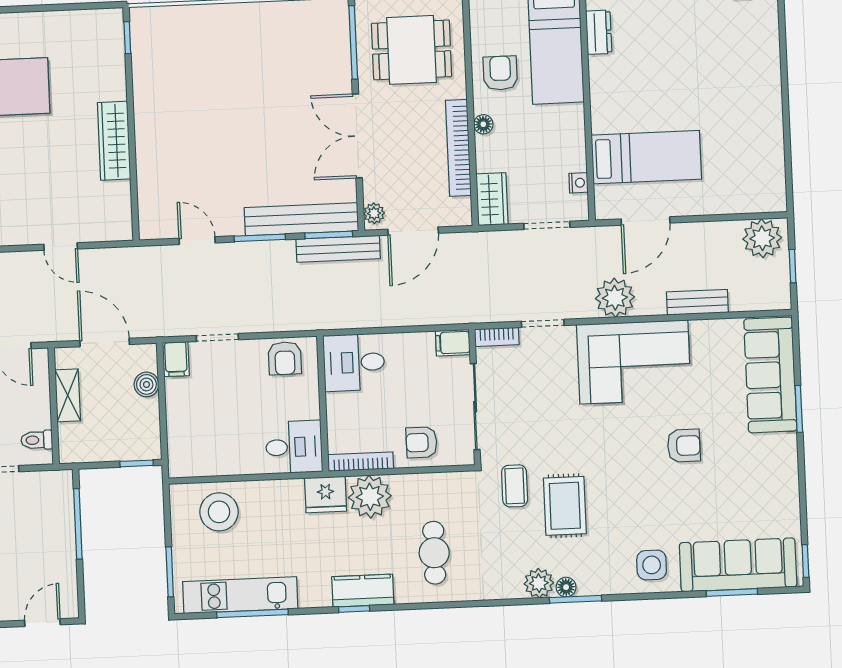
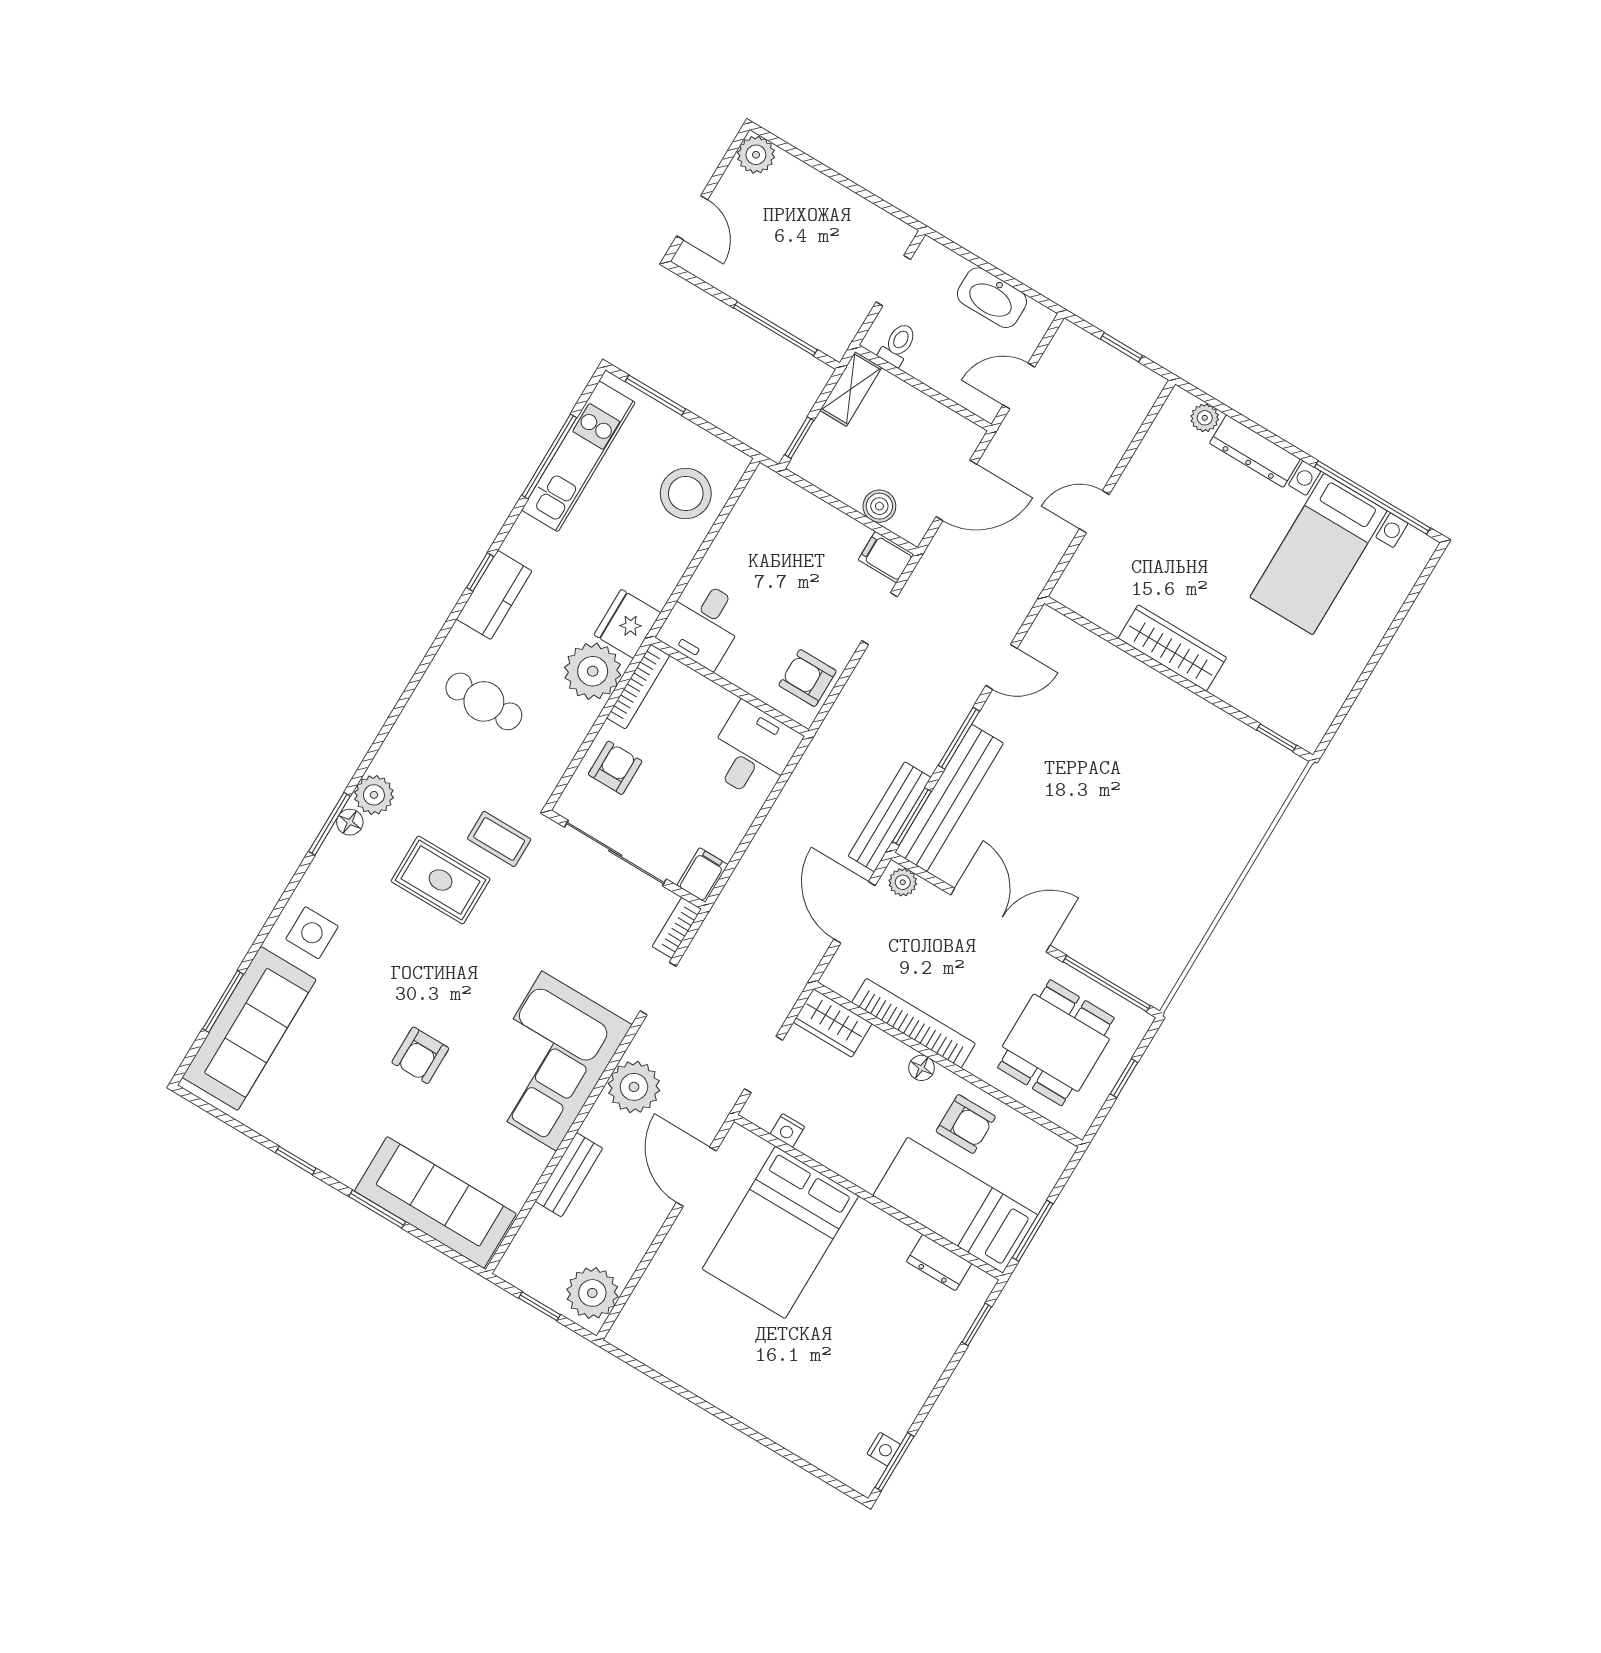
bed: (646, 157) -> (780, 1232), width x1.50
shelving: (68, 395) -> (851, 389), moved, turned 90
window: (805, 561) -> (296, 1160), moved

